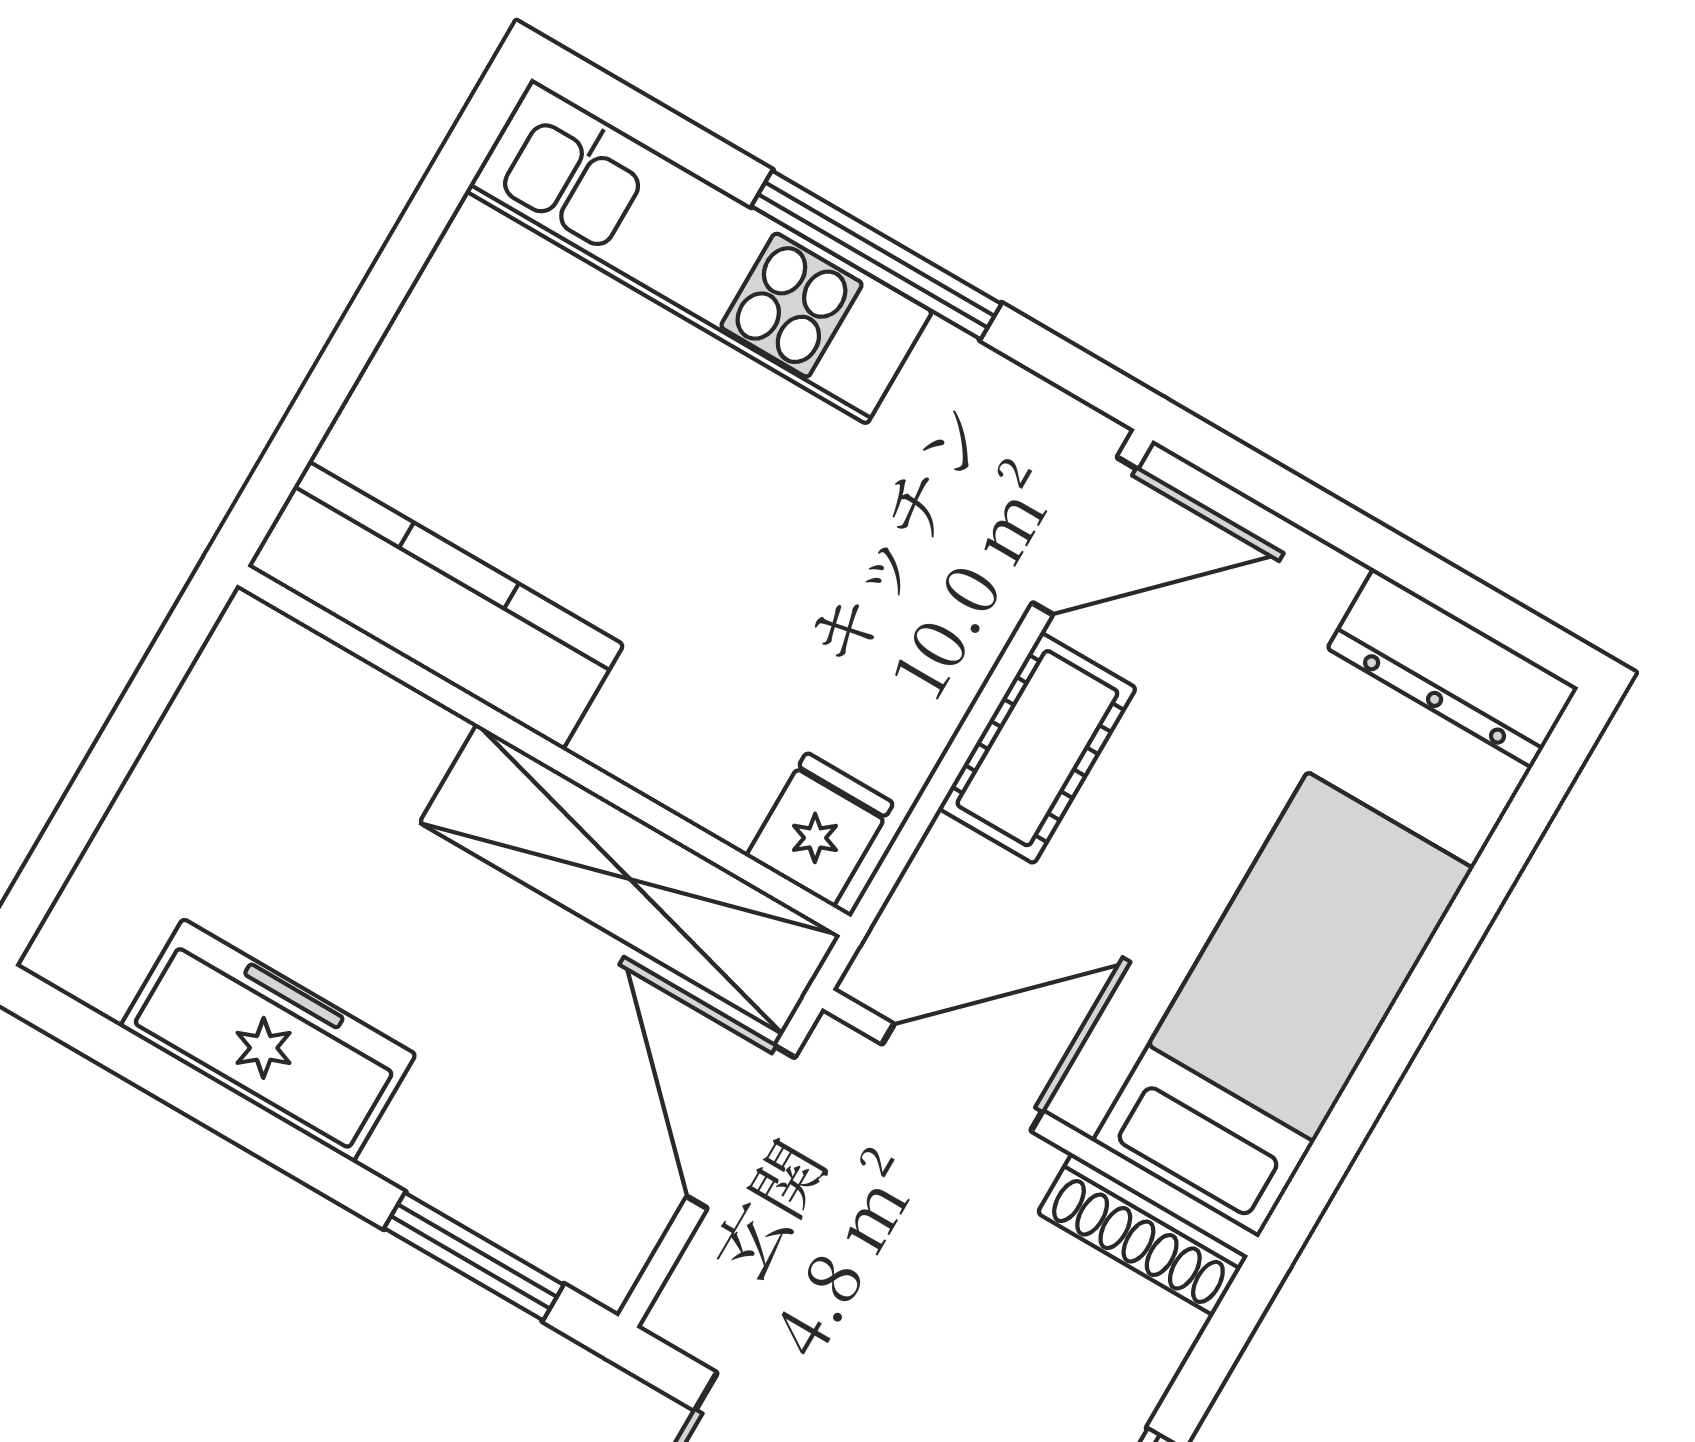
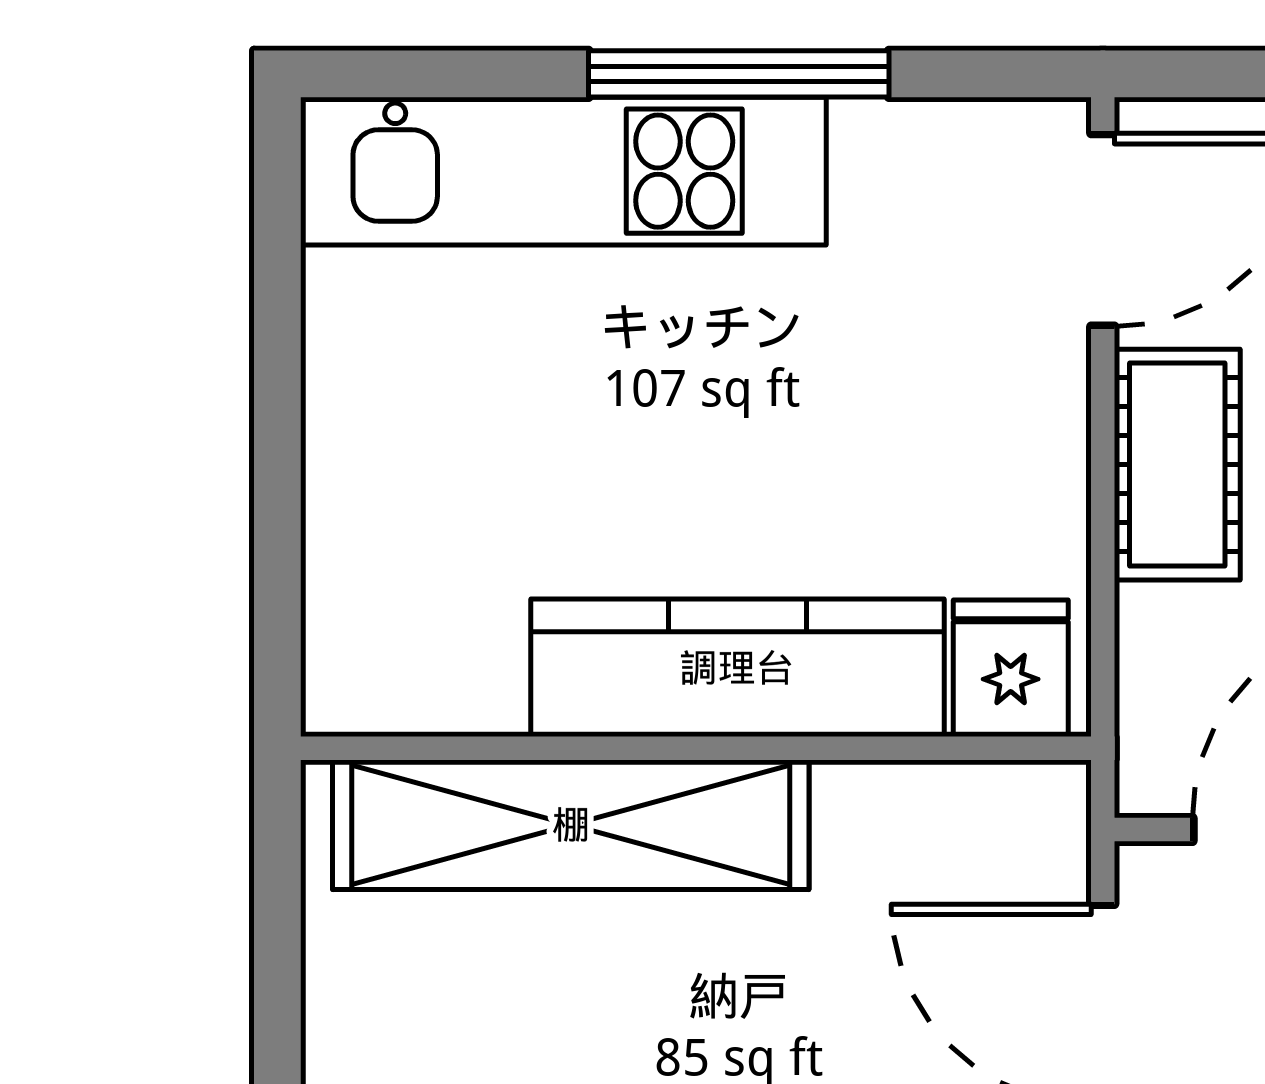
kitchen counter: (436, 605) -> (737, 668), moved
shelving: (630, 879) -> (571, 825), moved

